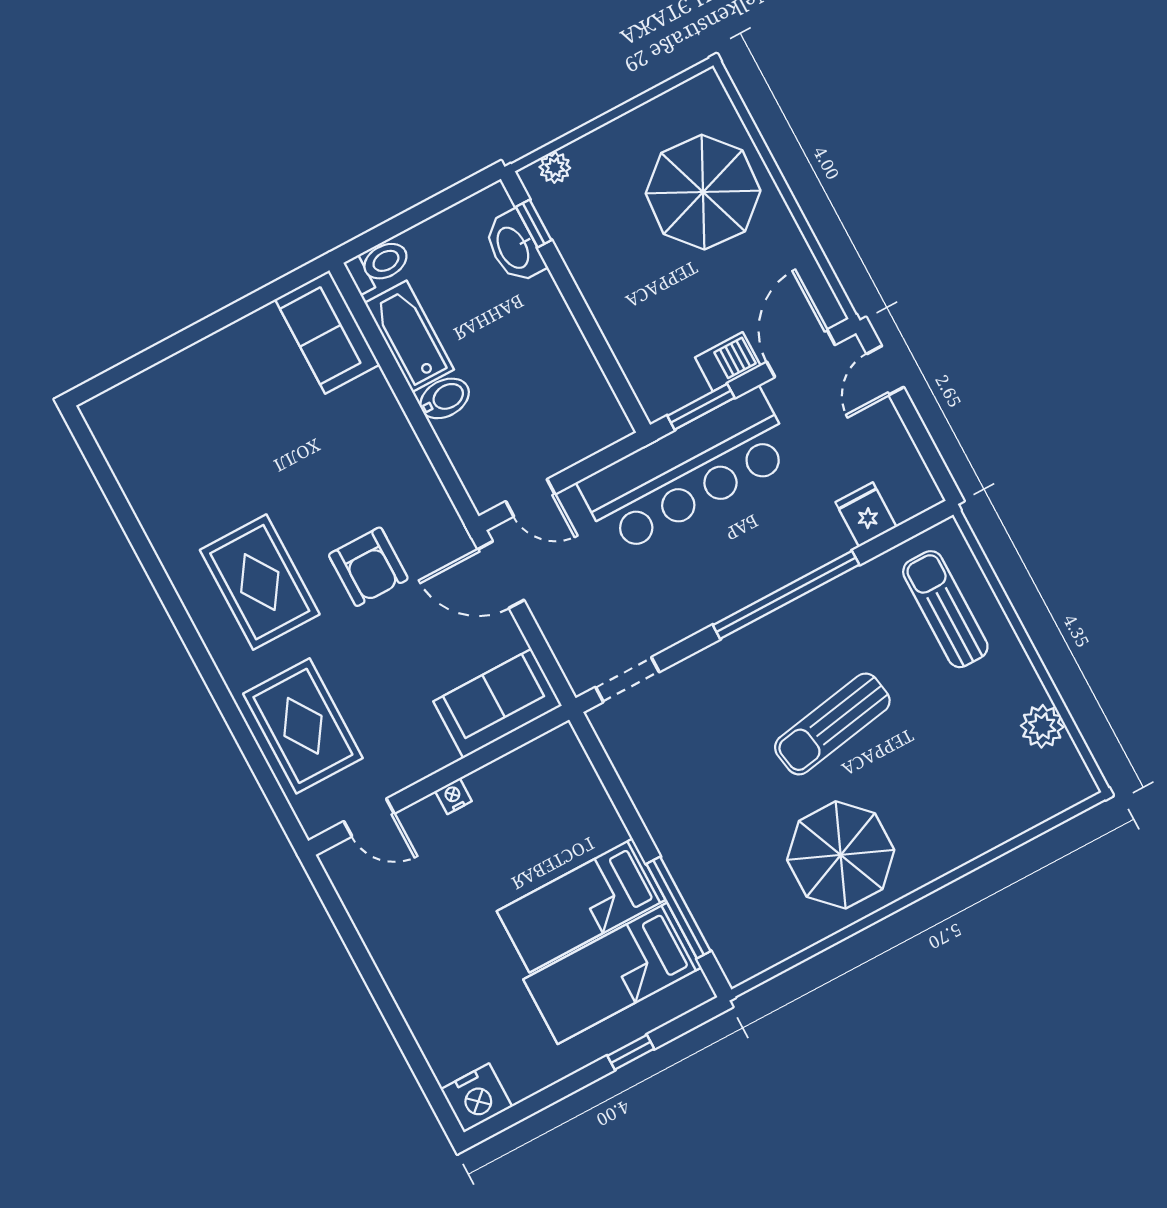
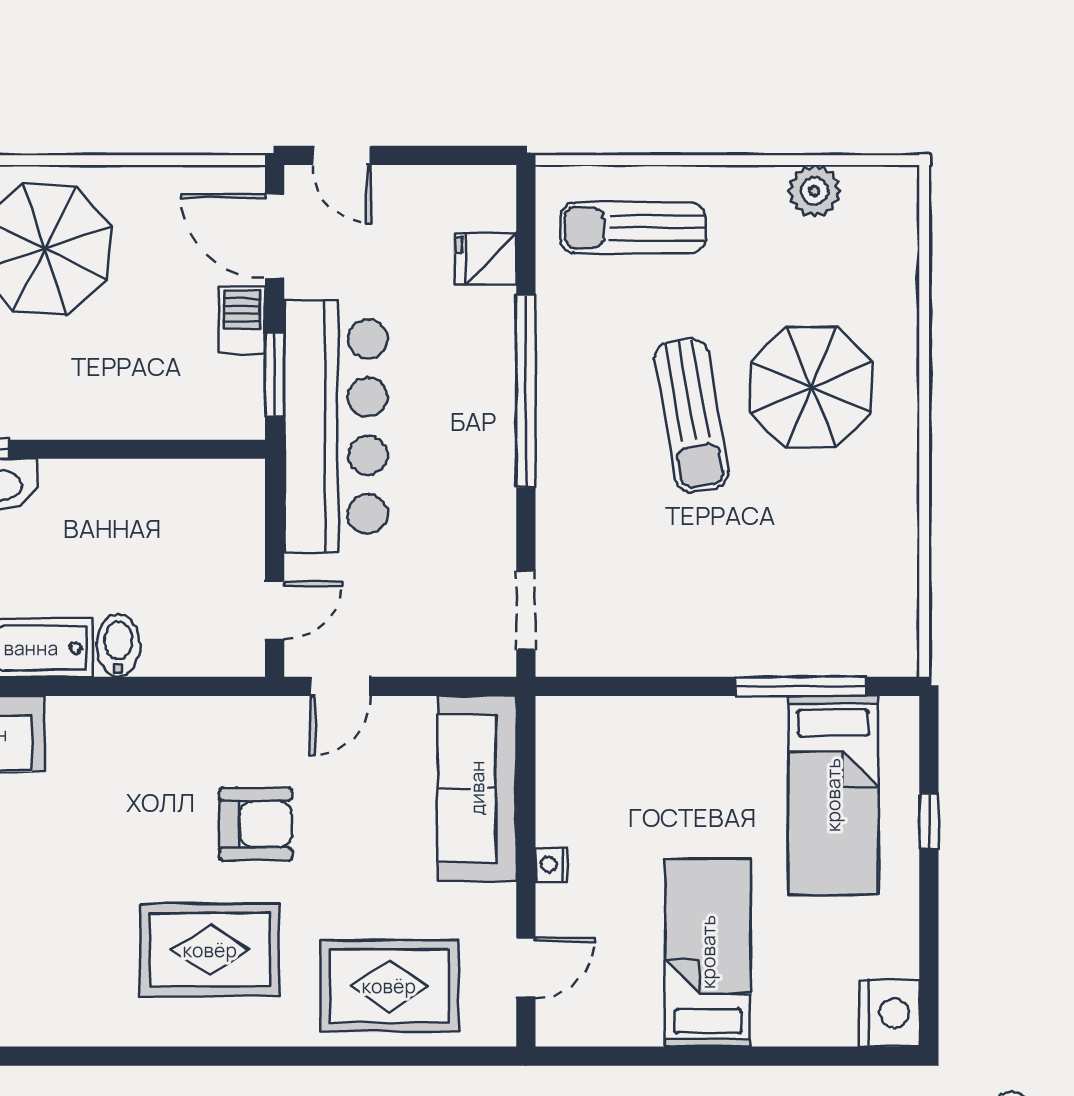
door: (501, 575) -> (340, 686), width x0.73
sofa: (497, 704) -> (477, 788), width x1.36
parasol: (841, 855) -> (811, 387), moved
bed: (581, 905) -> (708, 952), moved, turned 180

